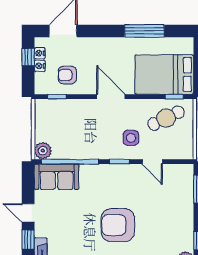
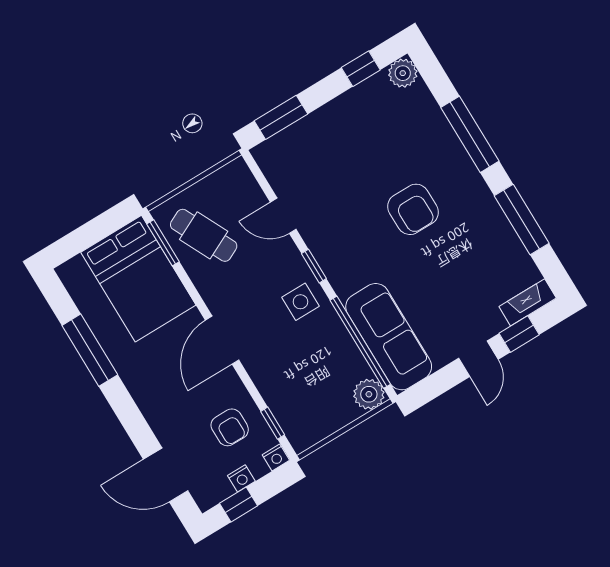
nightstand: (40, 53) -> (276, 457), moved
window: (174, 97) -> (163, 243), width x1.50
side table: (131, 138) -> (300, 302), moved
door: (152, 162) -> (283, 216), swing flipped
sofa: (56, 177) -> (389, 337), width x1.36
armchair: (118, 225) -> (413, 209), width x0.73, depth x0.73

